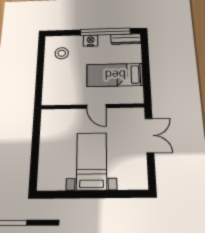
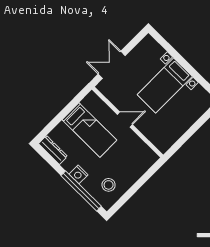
window: (105, 32) -> (81, 191), moved
door: (96, 106) -> (125, 119), hinge flipped

